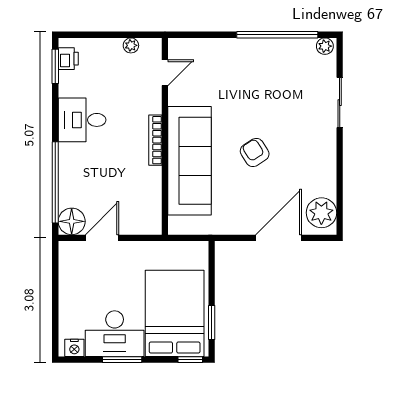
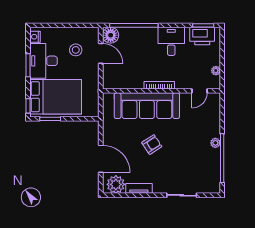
plant: (325, 46) -> (215, 143), moved
printer: (68, 59) -> (202, 36), width x1.87, depth x1.48
door: (165, 73) -> (199, 91), hinge flipped
tv unit: (328, 174) -> (139, 188), added
stool: (96, 280) -> (76, 50), added

